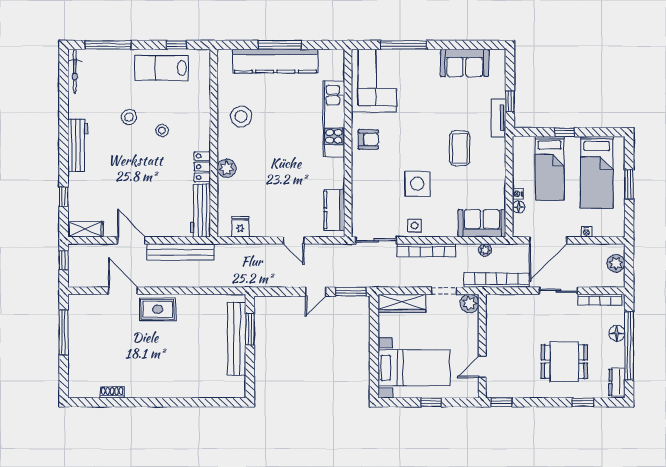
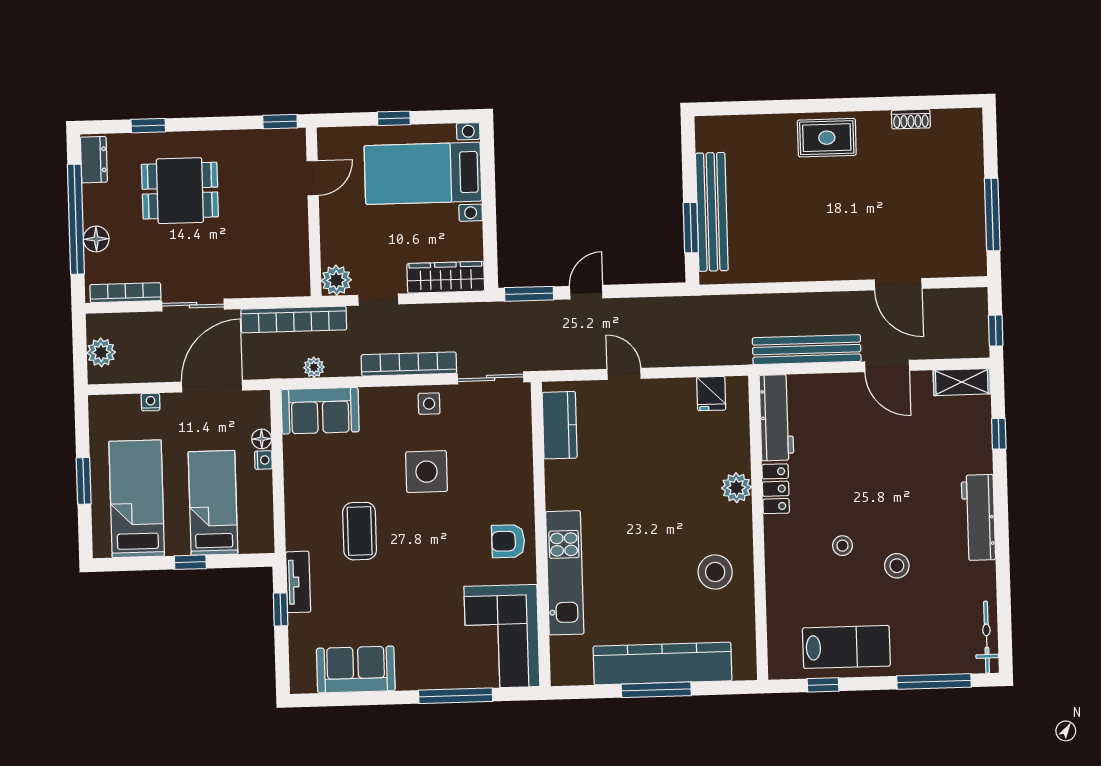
rug: (158, 309) -> (827, 138), moved

